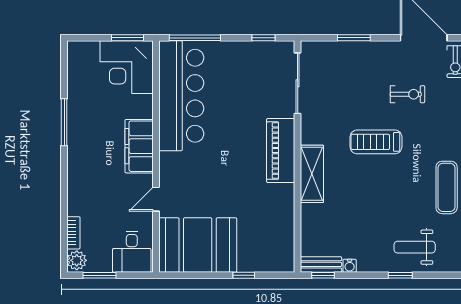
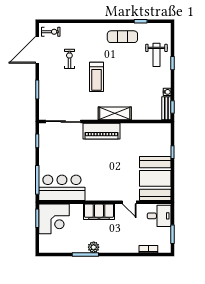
bar counter: (181, 96) -> (62, 188), width x0.73
plant: (77, 260) -> (94, 247), moved

